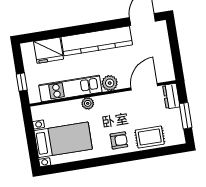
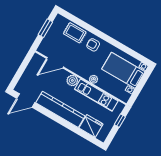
dresser: (171, 96) -> (44, 46), removed

